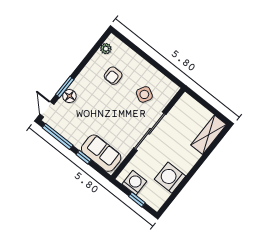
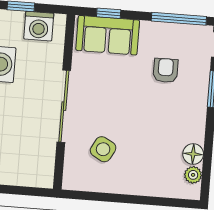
armchair: (113, 76) -> (166, 70), moved
floor lamp: (69, 96) -> (193, 154), moved
window: (84, 157) -> (109, 13), moved

